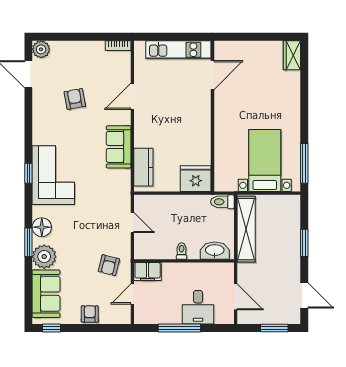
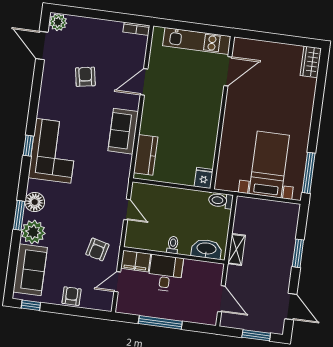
fridge: (196, 179) -> (204, 178), width x0.53, depth x0.75
shelving: (246, 229) -> (236, 249), width x0.45, depth x0.75
desk: (198, 307) -> (165, 273), moved, turned 180

